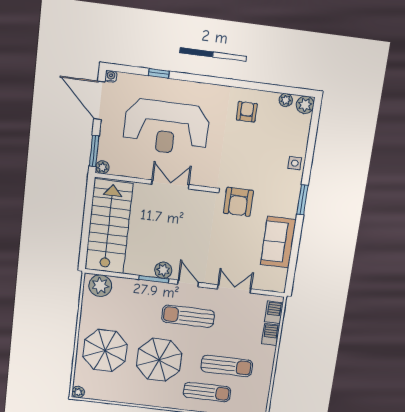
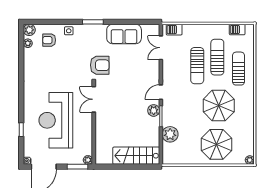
armchair: (247, 112) -> (49, 40), moved
reception desk: (166, 127) -> (56, 120), turned 180
double door: (170, 184) -> (94, 99), moved
stairs: (109, 227) -> (136, 156), width x0.73, depth x0.66
plant: (100, 286) -> (170, 134), moved
double door: (234, 289) -> (161, 48), moved
sun lounger: (188, 316) -> (197, 66), moved
barbecue: (271, 334) -> (237, 30), moved

